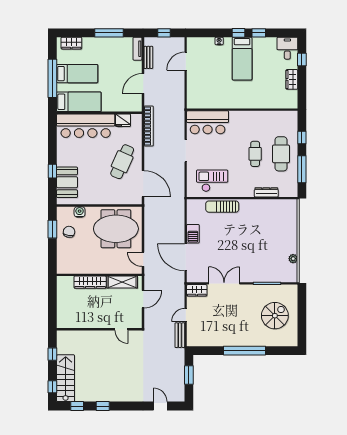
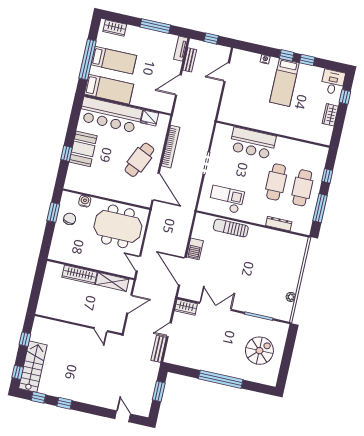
bar counter: (208, 122) -> (253, 143), moved
bookcase: (149, 126) -> (171, 147), moved
cafe table: (255, 154) -> (276, 182), width x1.37, depth x1.35
booth: (67, 182) -> (83, 149), moved

